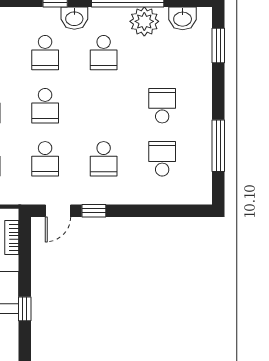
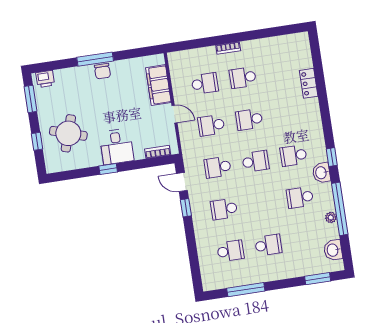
plant: (144, 21) -> (331, 217), width x0.53, depth x0.53
school desk: (45, 106) -> (256, 161), turned 180

